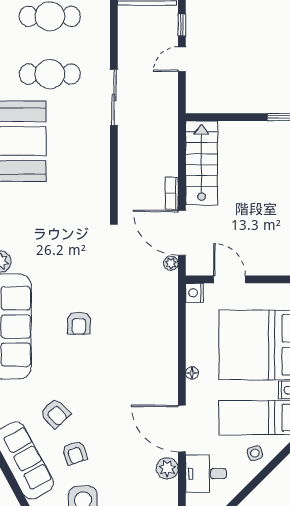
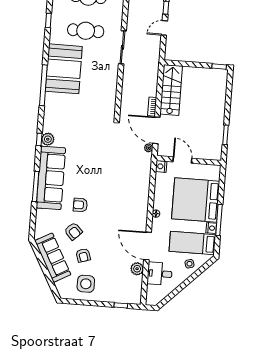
armchair: (79, 323) -> (80, 205), moved, turned 90

